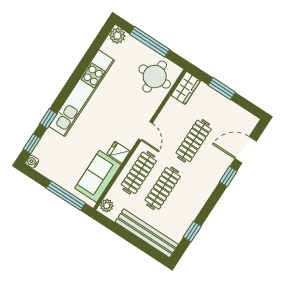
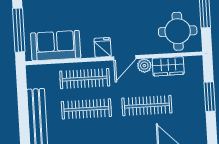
wardrobe: (186, 88) -> (168, 66), moved
fridge: (119, 152) -> (103, 47), moved
plant: (107, 206) -> (144, 66), moved

